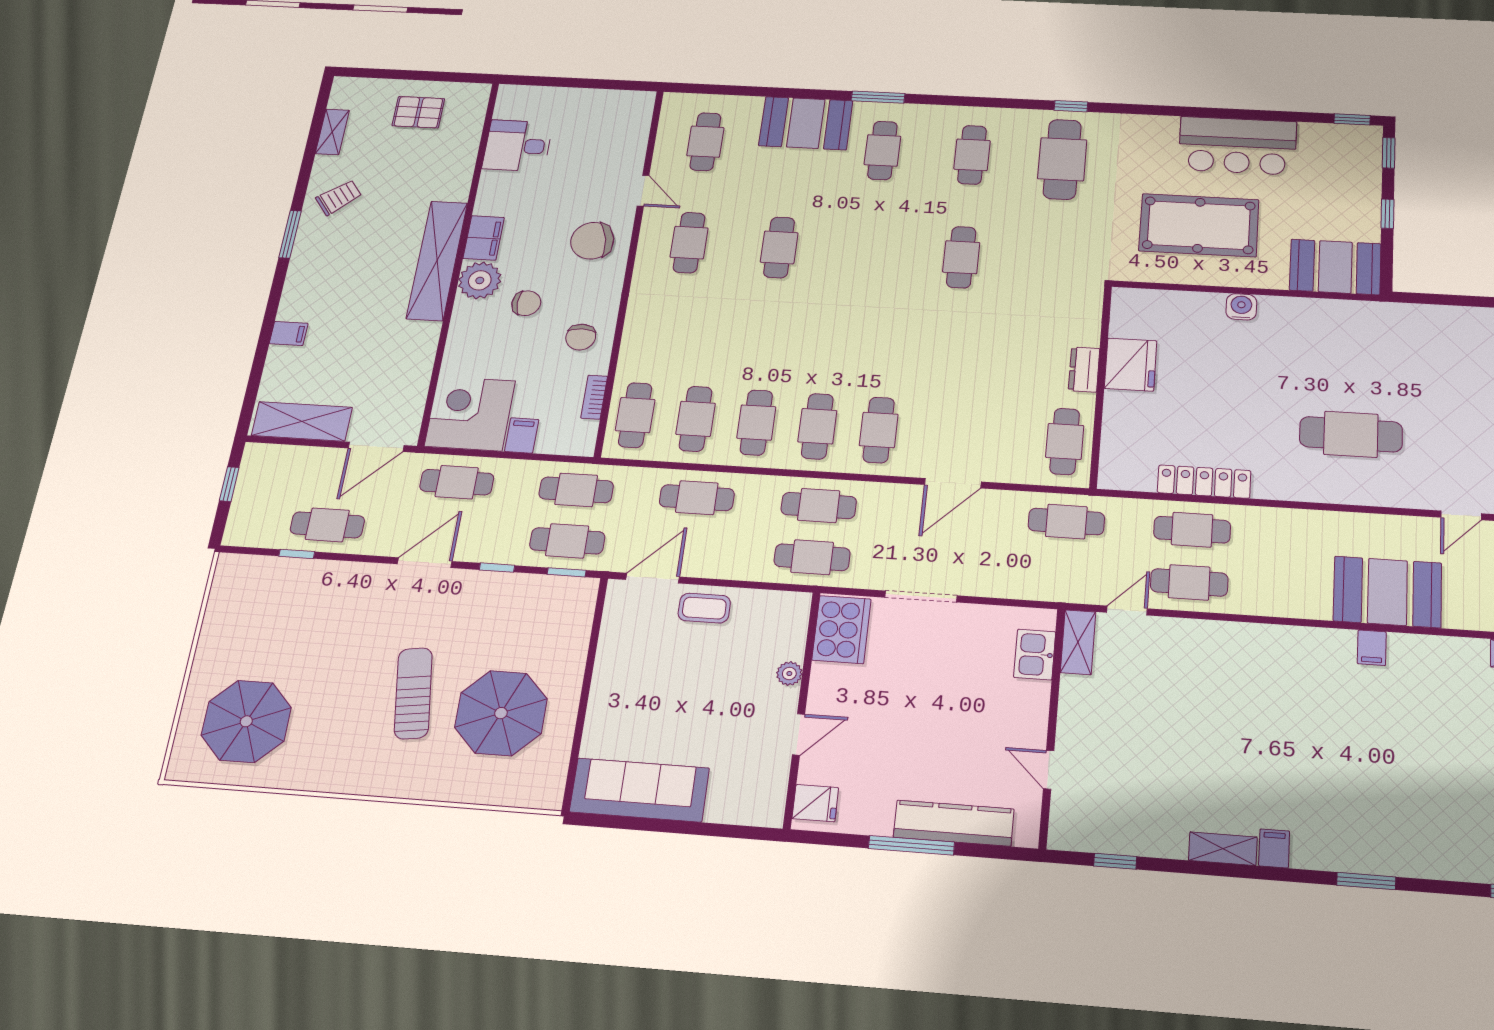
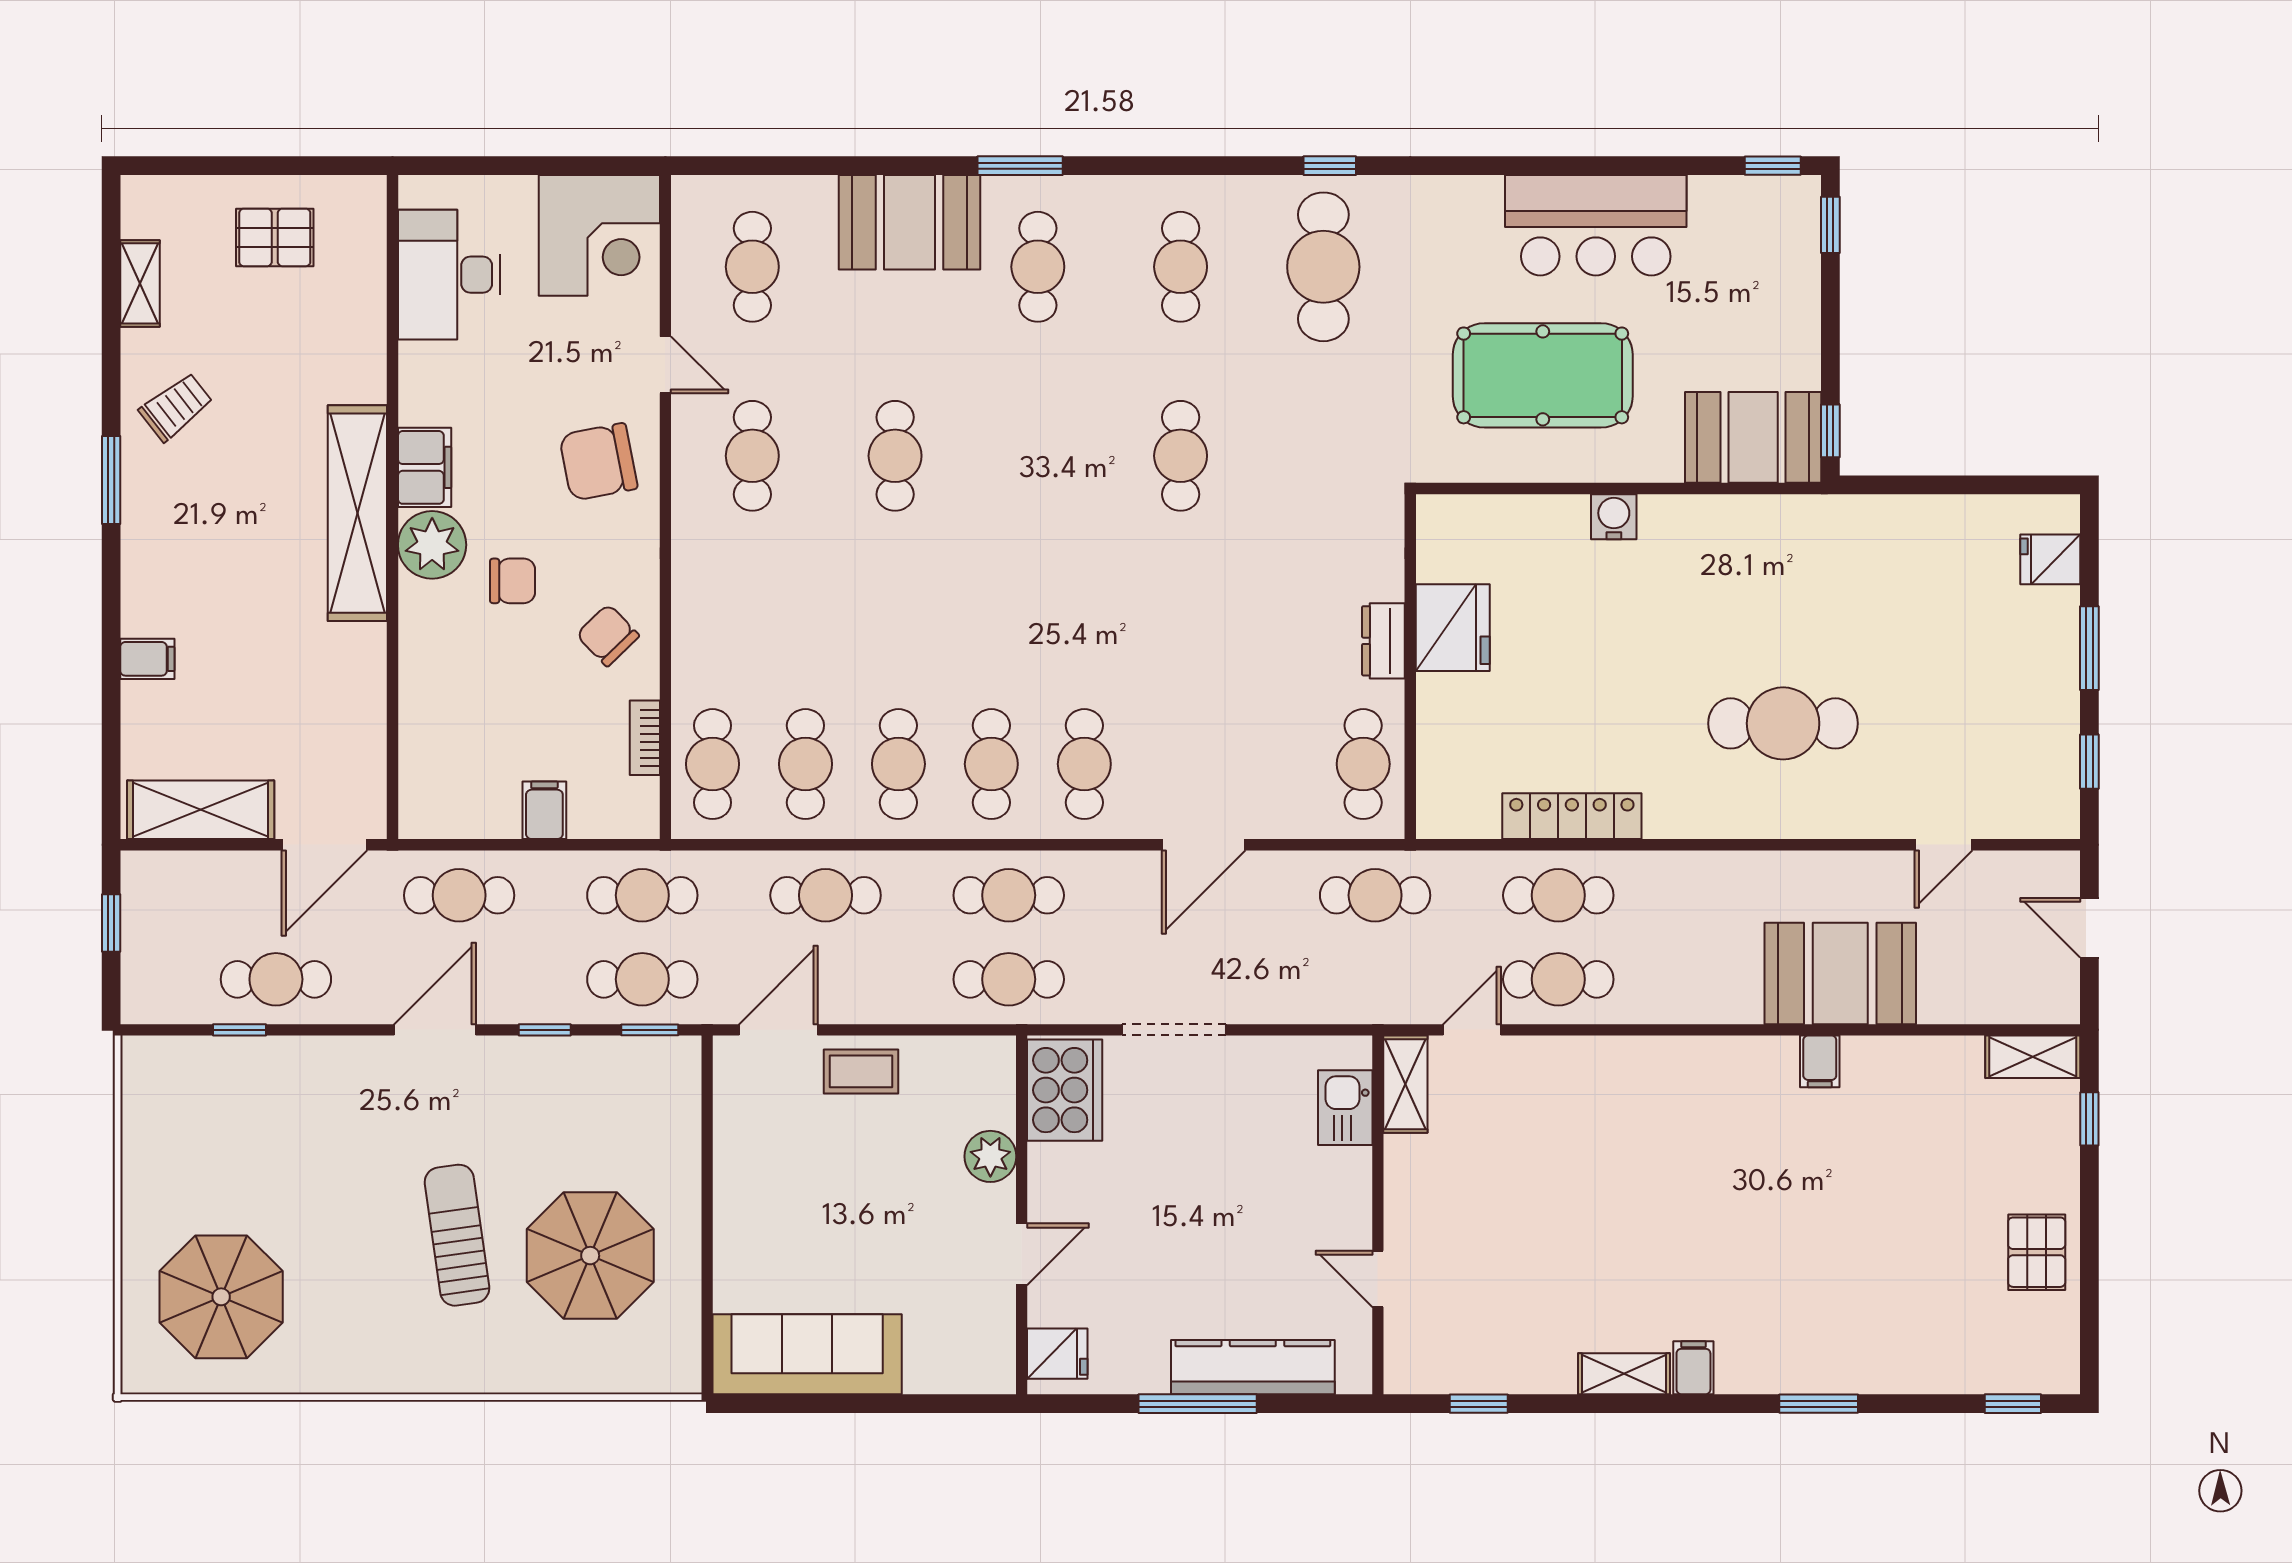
desk: (518, 146) -> (449, 275), width x1.37
window: (1388, 214) -> (1830, 431), moved
chair: (581, 337) -> (608, 635), turned 136
corner desk: (470, 414) -> (599, 235), moved, turned 180
plant: (789, 674) -> (990, 1156), width x1.38, depth x1.38

